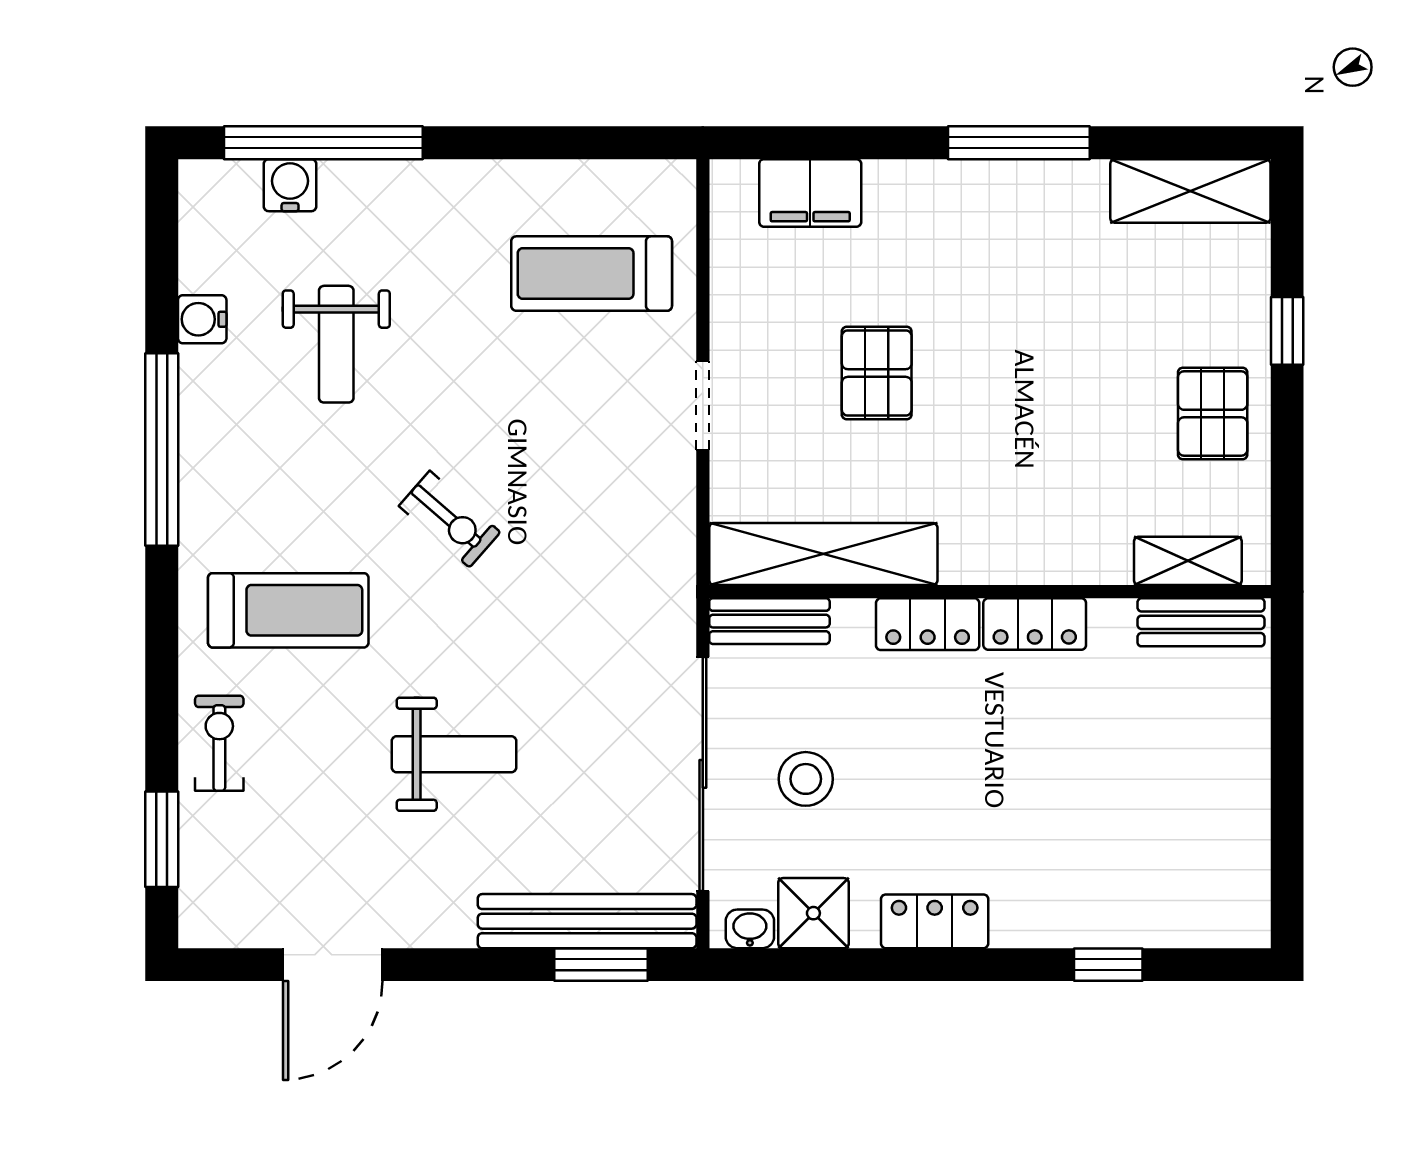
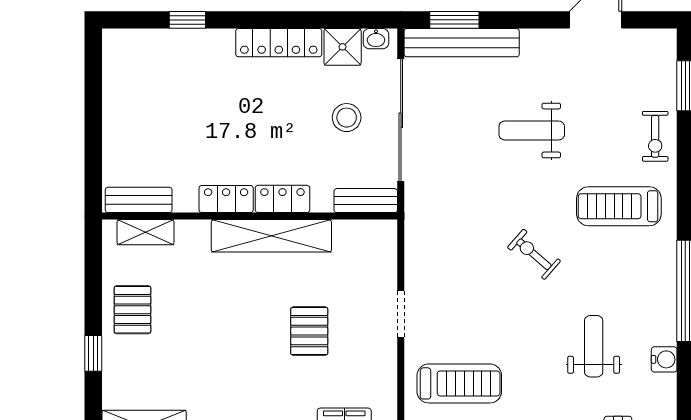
shelving: (823, 554) -> (271, 236), moved
locker: (935, 921) -> (279, 43), width x1.53

